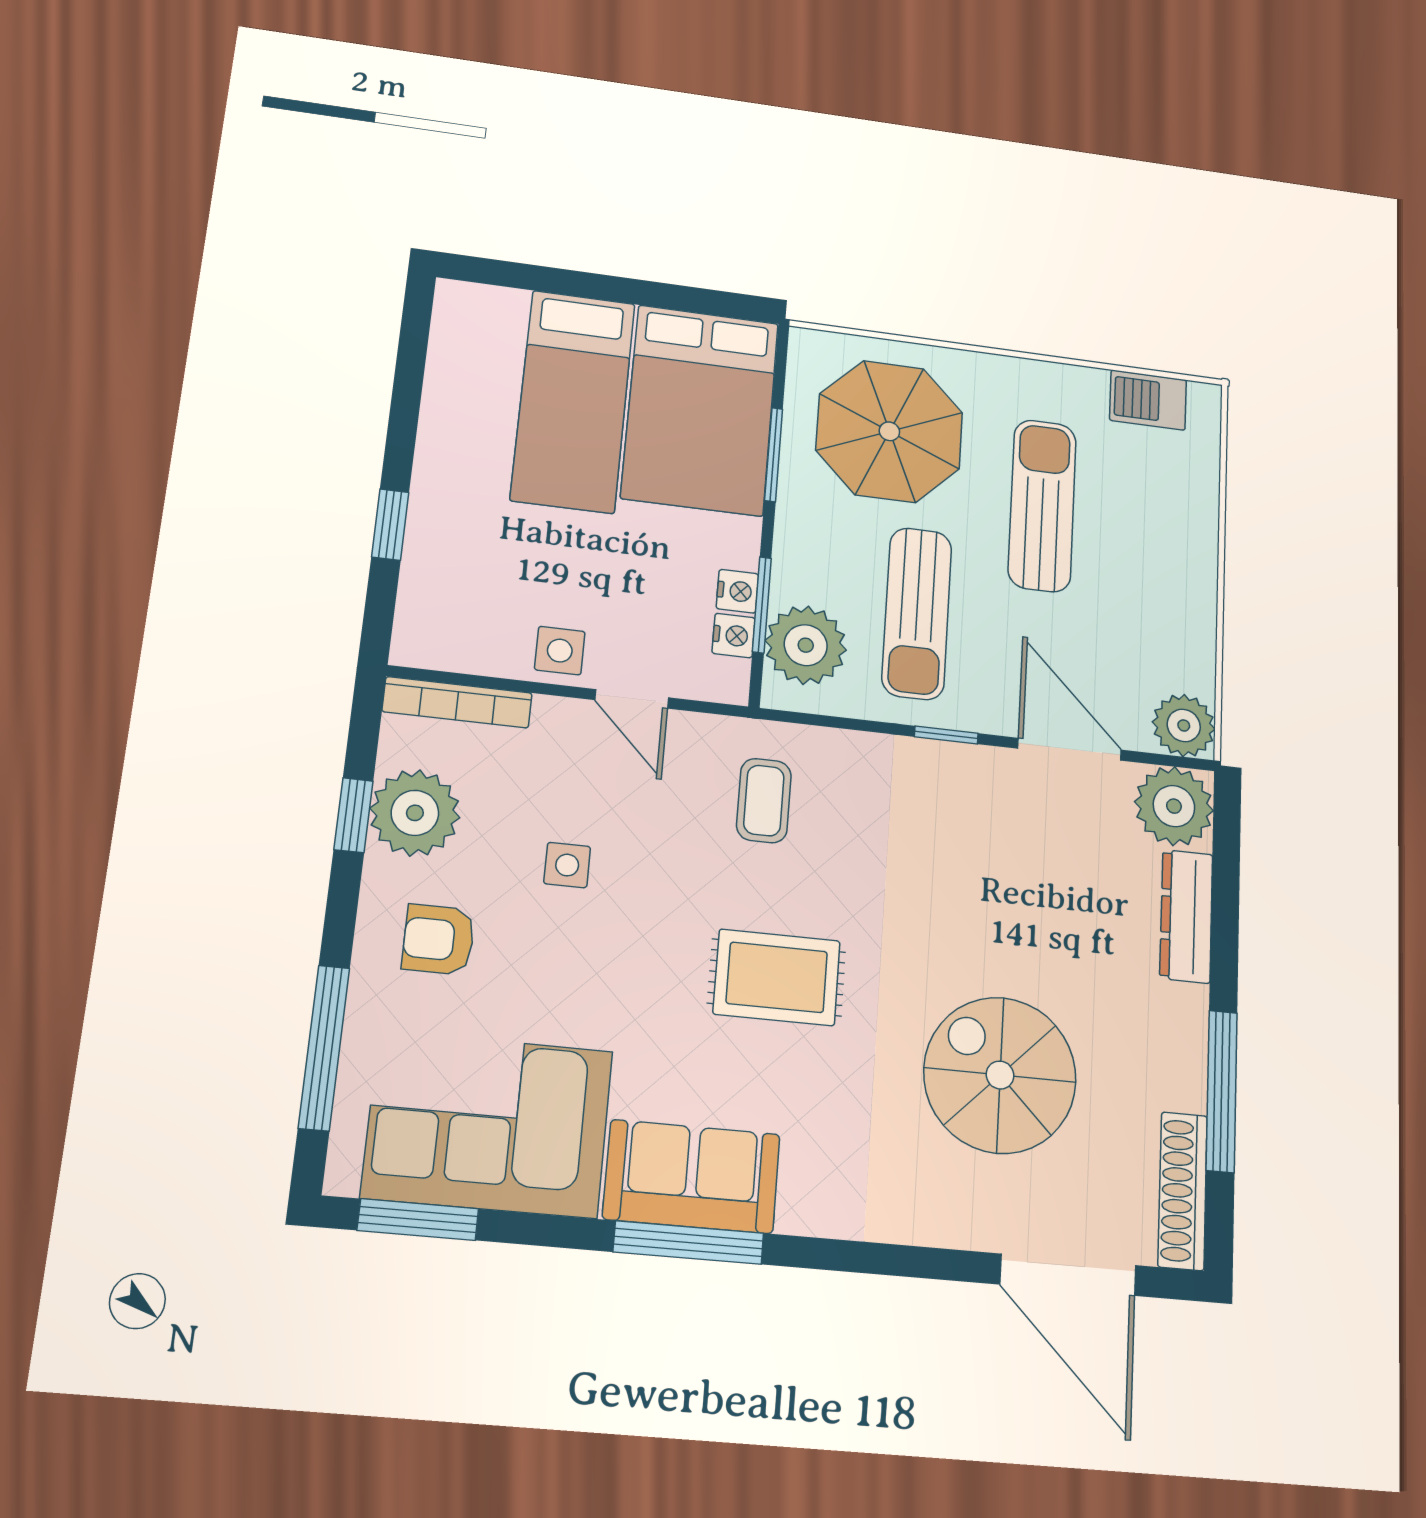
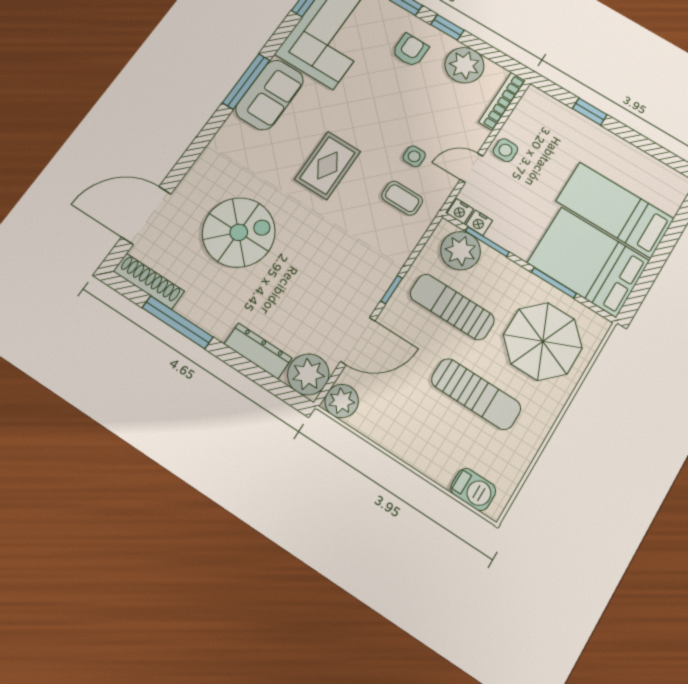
barbecue: (1148, 400) -> (473, 489), moved, turned 90
nightstand: (737, 591) -> (460, 211), moved
window: (353, 815) -> (447, 27), moved
side table: (567, 865) -> (414, 156), moved

